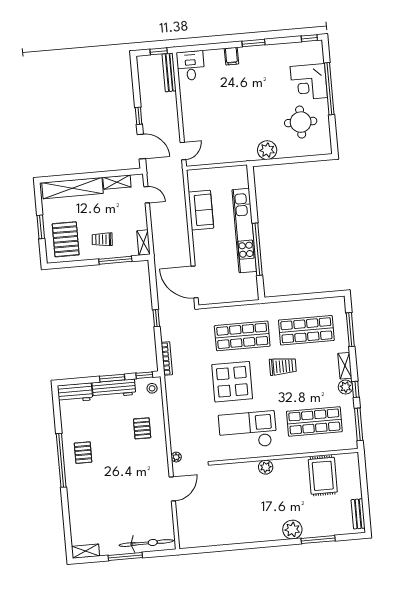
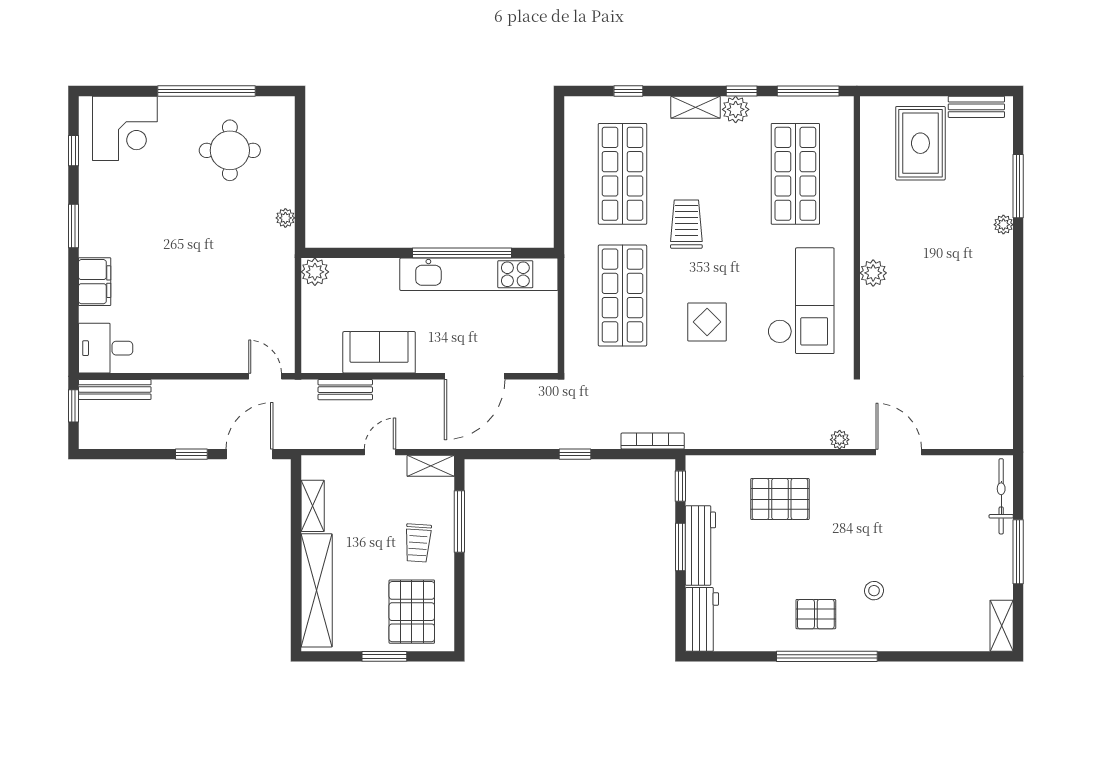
window: (309, 38) -> (73, 151), moved
filing cabinet: (231, 56) -> (95, 282), width x2.00
corner desk: (309, 82) -> (125, 128), moved
window: (329, 89) -> (207, 91), moved
plant: (267, 150) -> (285, 218), width x0.53, depth x0.53
plant: (240, 173) -> (315, 272), added
bench: (180, 194) -> (345, 390), added
door: (147, 195) -> (380, 452), moved
kitchen unit: (244, 231) -> (479, 274), moved
pallet: (66, 239) -> (412, 612), turned 90
door: (195, 282) -> (475, 376), moved
window: (350, 330) -> (628, 91), width x0.46
display table: (232, 382) -> (707, 322), width x0.54, depth x0.54
stool: (152, 388) -> (874, 591), moved
pallet: (142, 428) -> (780, 499), width x1.50, depth x1.42
checkout: (248, 430) -> (801, 301), turned 180
rug: (323, 476) -> (920, 143), moved, turned 90
plant: (292, 530) -> (1003, 225), width x0.53, depth x0.53
bicycle: (146, 543) -> (1001, 496), width x0.73, depth x0.71

